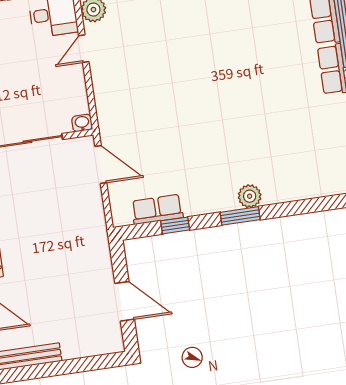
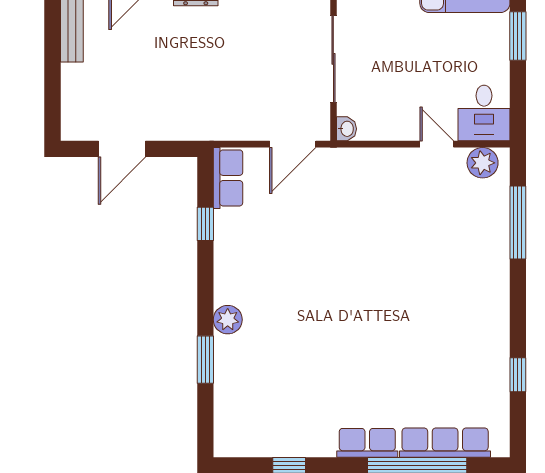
row of seats: (157, 209) -> (228, 178), moved
window: (240, 216) -> (205, 360), moved

